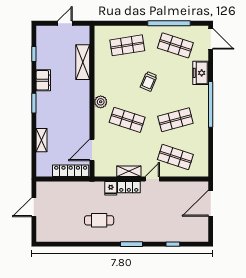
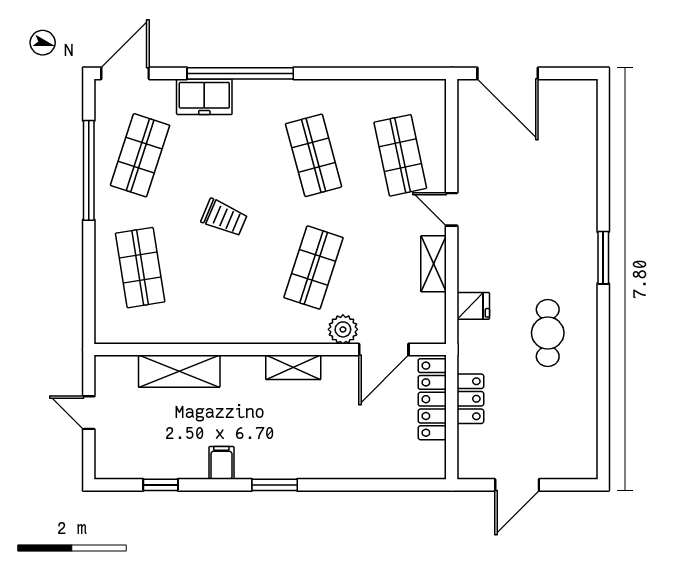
filing cabinet: (43, 80) -> (221, 463), width x0.50
plant: (101, 102) -> (343, 329), moved
window: (211, 104) -> (240, 73), moved
shelving: (42, 140) -> (293, 367), moved
door: (92, 150) -> (384, 350), hinge flipped
shop shelf: (175, 157) -> (400, 155), turned -30
locker: (129, 187) -> (470, 399), moved
door: (34, 207) -> (517, 485), hinge flipped
window: (173, 244) -> (603, 161), removed

